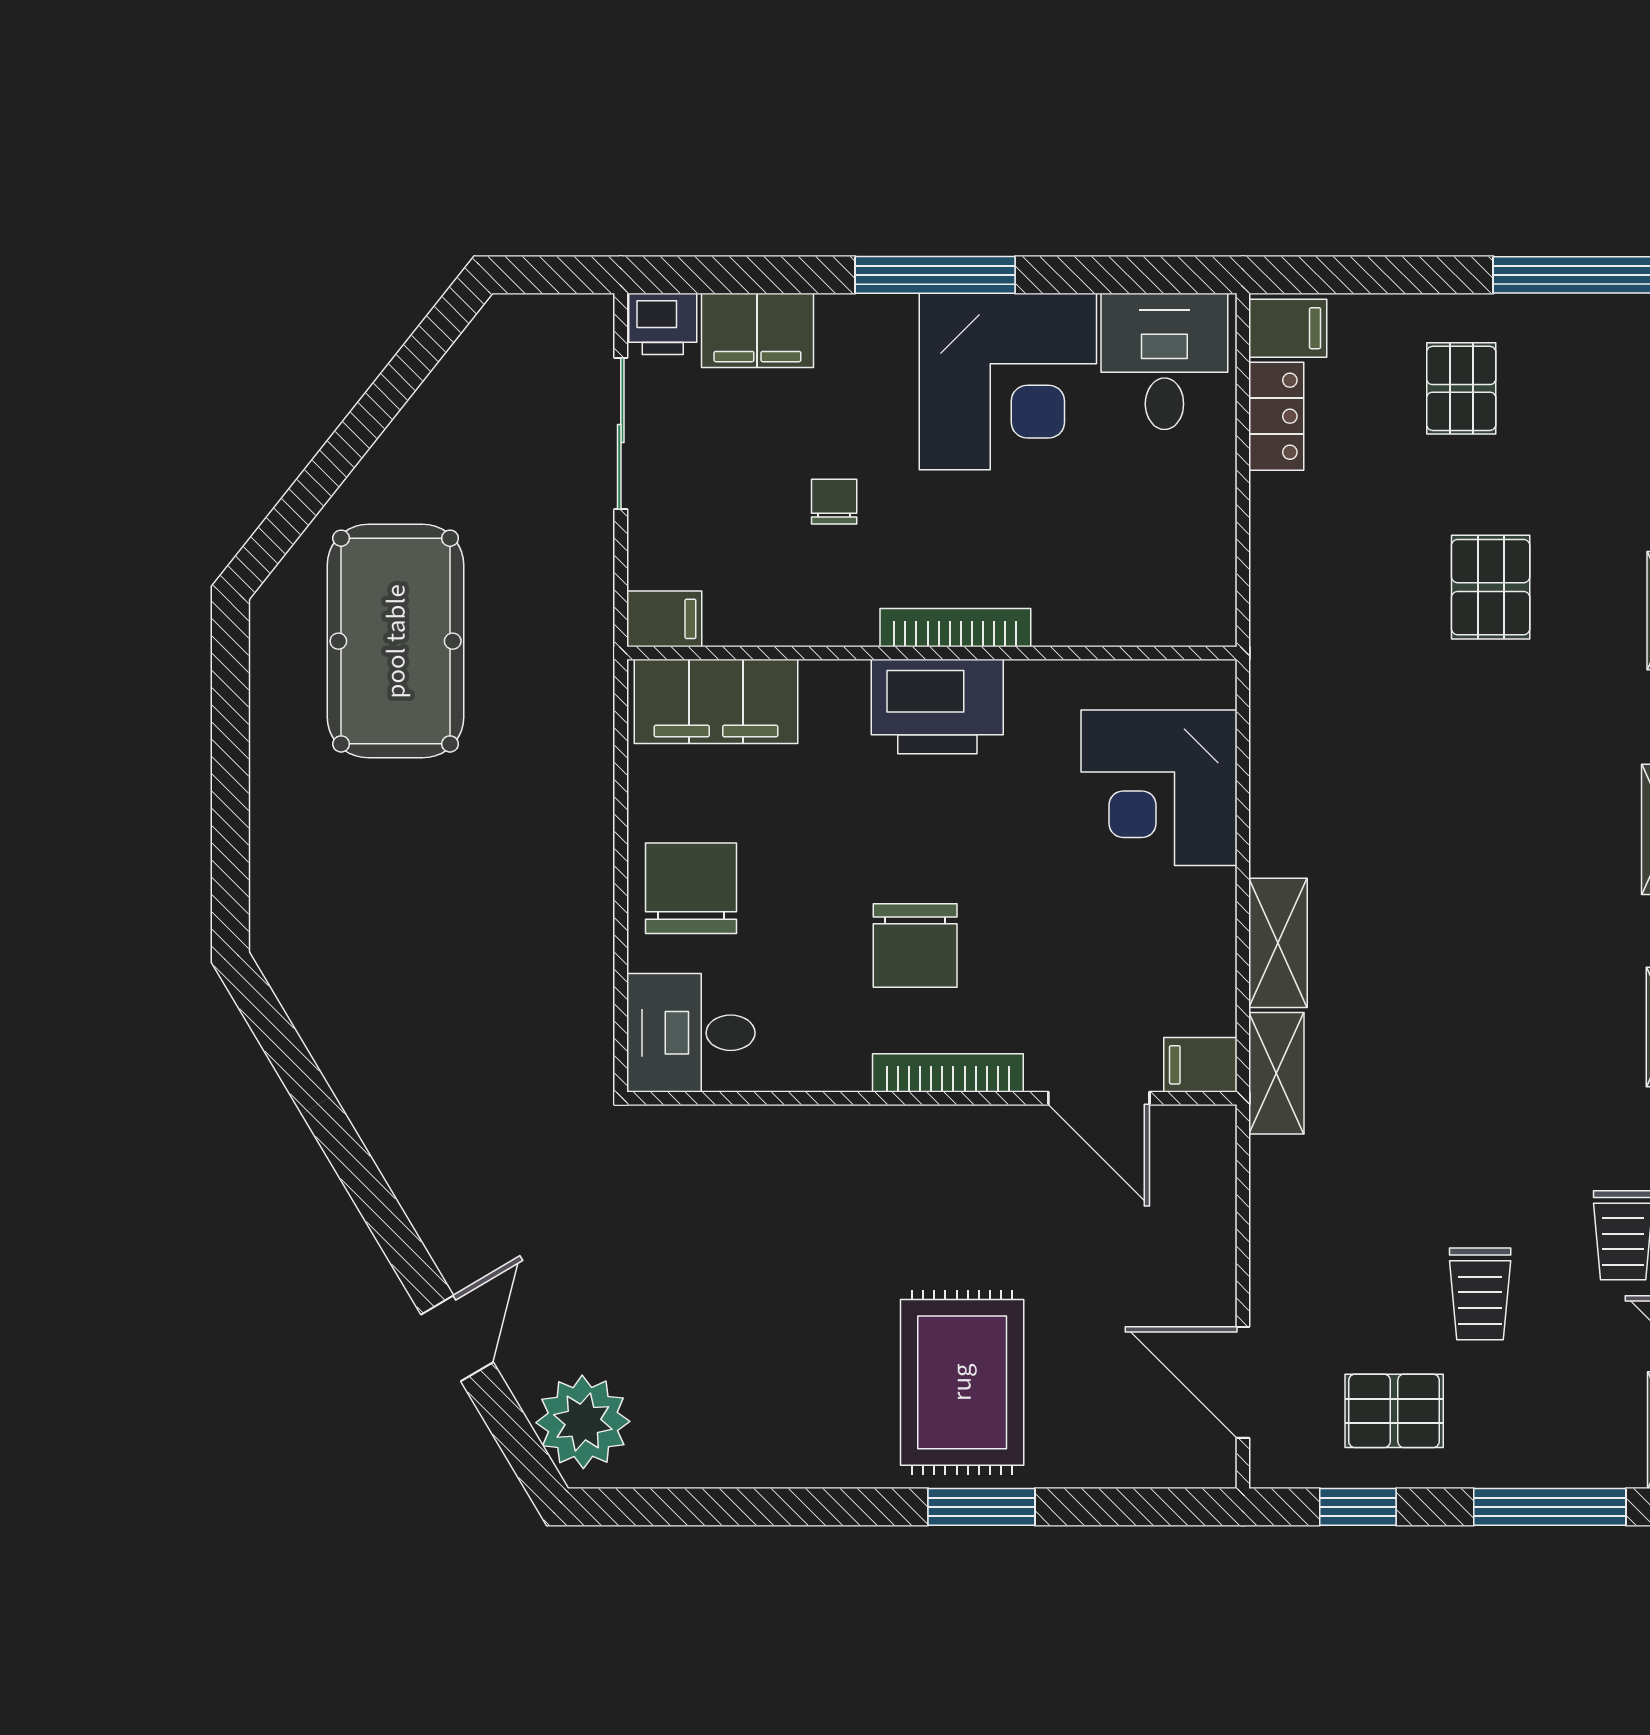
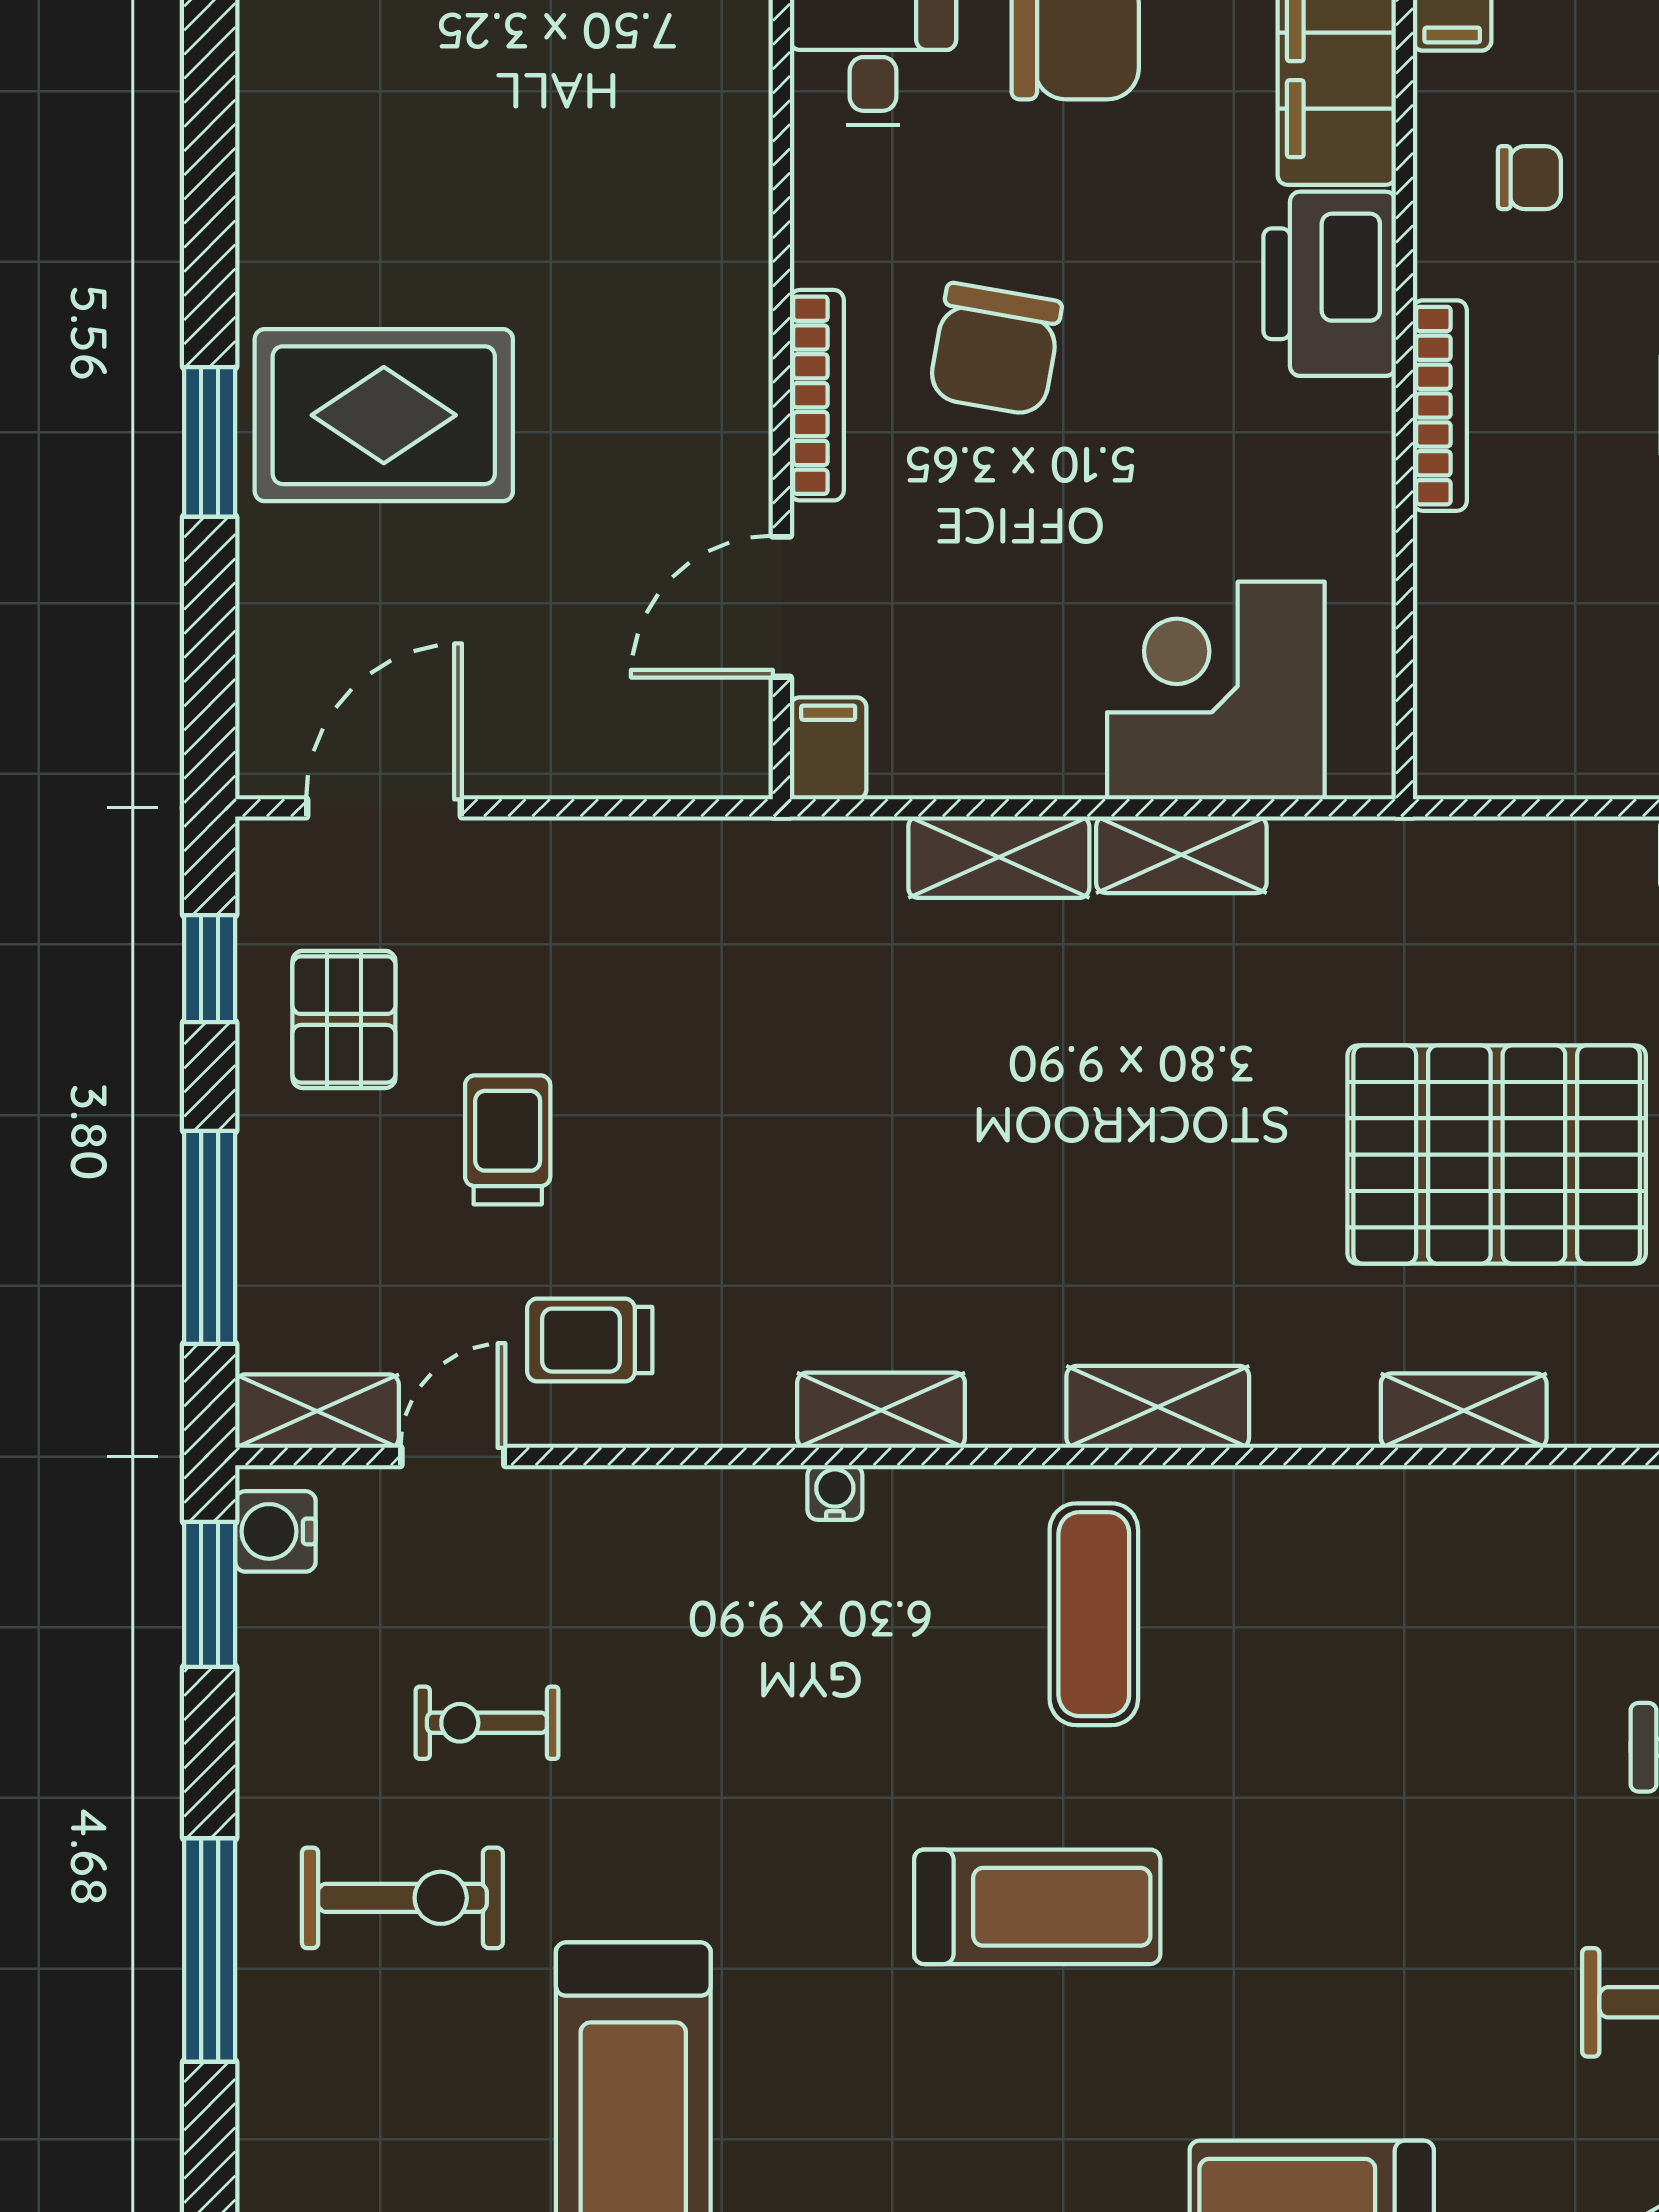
chair: (834, 502) -> (1529, 178), moved
pallet: (1491, 587) -> (1497, 1155), width x2.05, depth x2.00
printer: (937, 706) -> (1330, 284), moved
chair: (915, 945) -> (995, 349), turned -80
shelving: (1276, 1073) -> (1181, 855), moved
trolley: (1480, 1294) -> (508, 1140), turned 90

